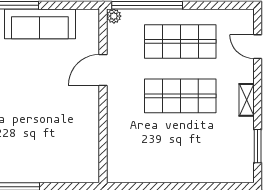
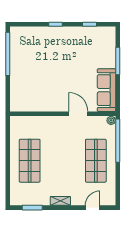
sofa: (40, 24) -> (106, 90), moved
shop shelf: (180, 96) -> (30, 161), moved

